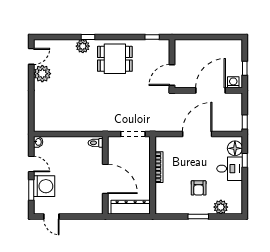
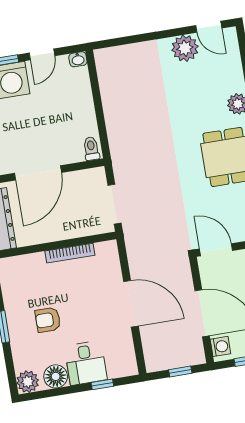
window: (245, 122) -> (180, 372), moved
floor lamp: (235, 148) -> (56, 376), moved
plant: (221, 207) -> (28, 382), moved

